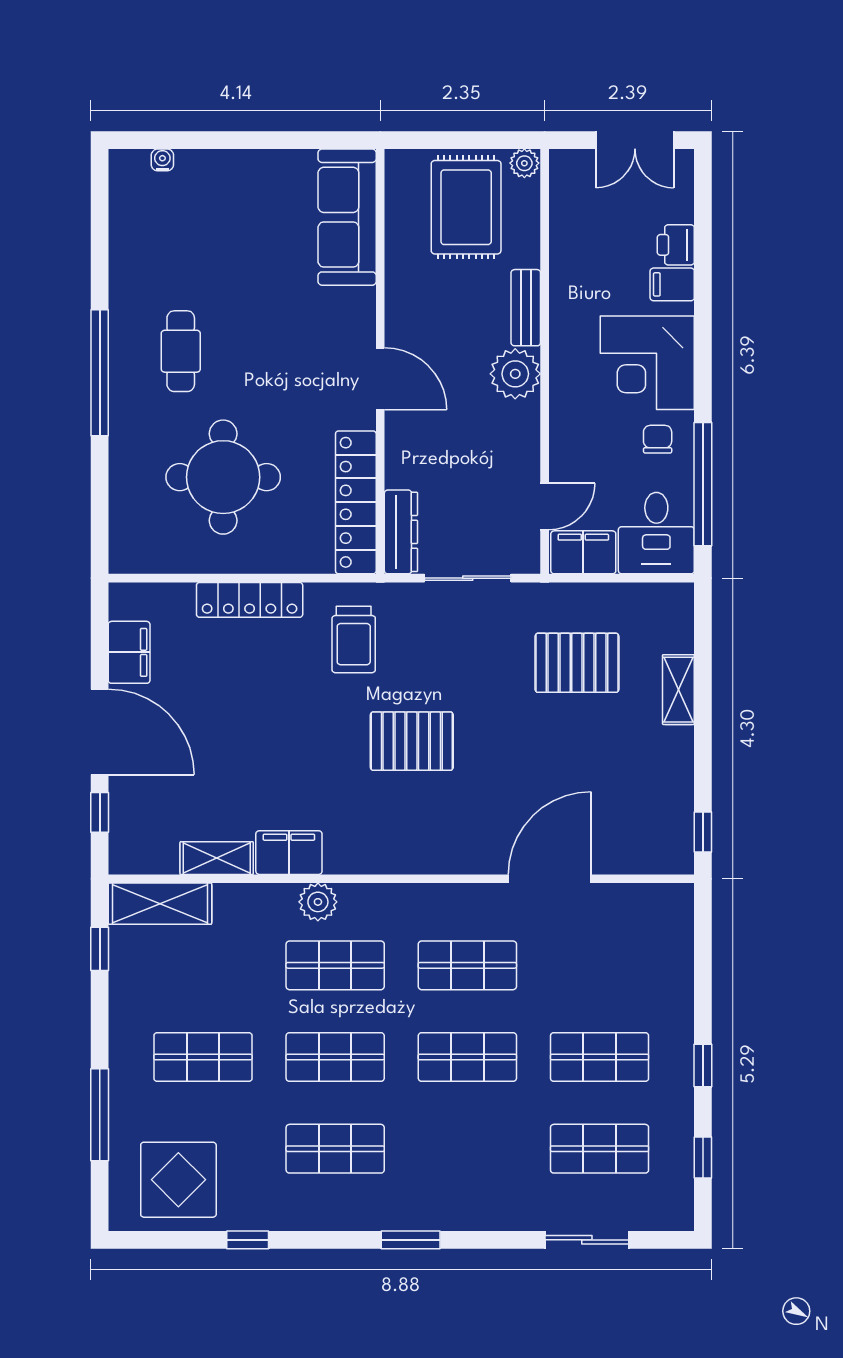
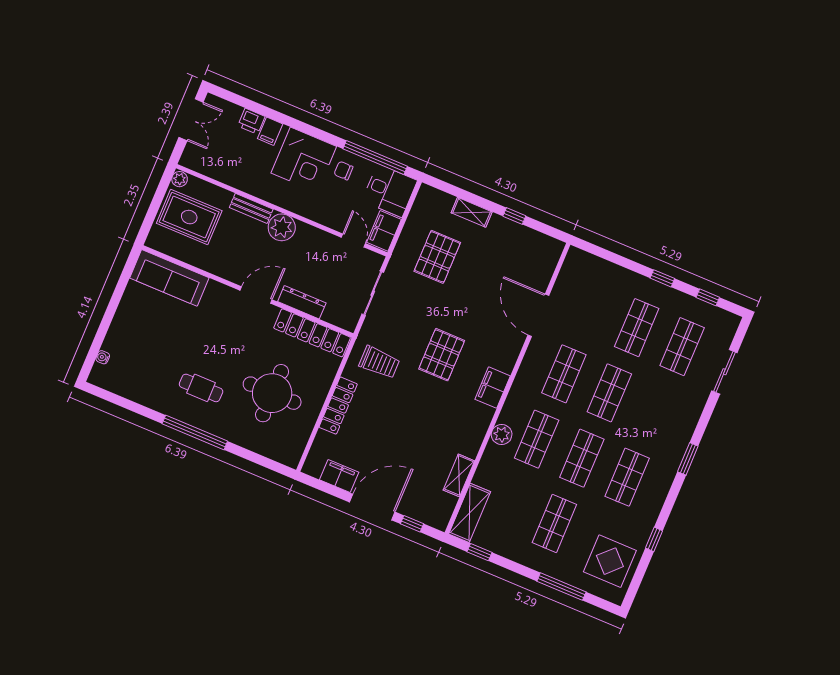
dresser: (401, 532) -> (302, 302), moved
window: (703, 832) -> (514, 216), moved
filing cabinet: (289, 853) -> (493, 388), moved

